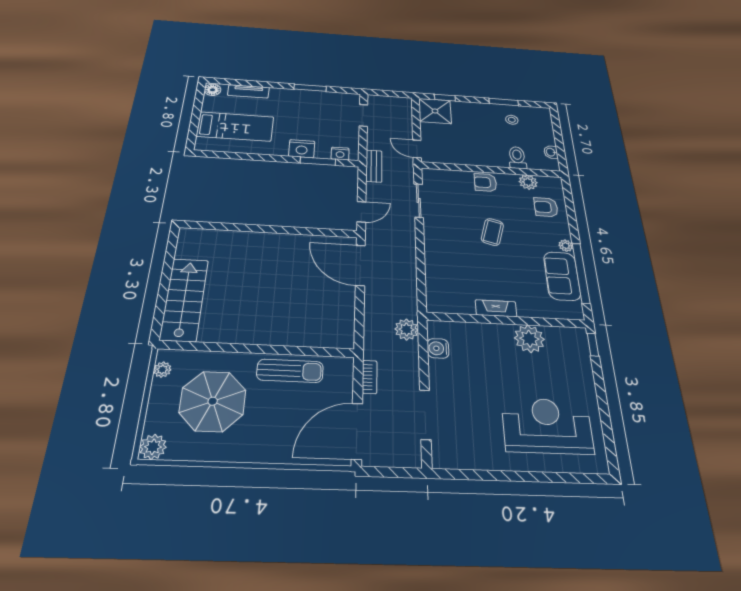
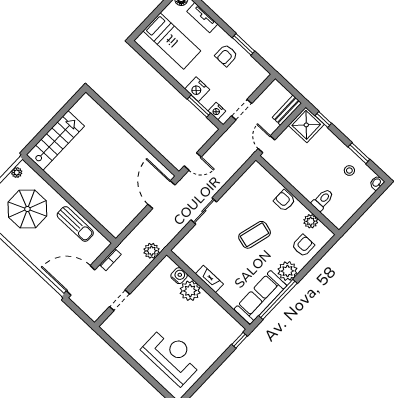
armchair: (302, 105) -> (226, 55), added
doorway: (363, 115) -> (242, 110), moved
washbasin: (551, 152) -> (377, 183), moved
bench: (374, 166) -> (287, 110), moved
sliding door: (419, 201) -> (204, 211), moved
armchair: (546, 207) -> (303, 246), turned 90
coffee table: (492, 232) -> (255, 235), width x1.36, depth x1.30
plant: (566, 246) -> (287, 271), width x1.87, depth x1.87
sofa: (562, 276) -> (260, 297), width x1.36
plant: (529, 339) -> (190, 291), moved
water cooler: (438, 348) -> (179, 276), moved, turned 90
doorway: (425, 414) -> (120, 300), width x0.73

